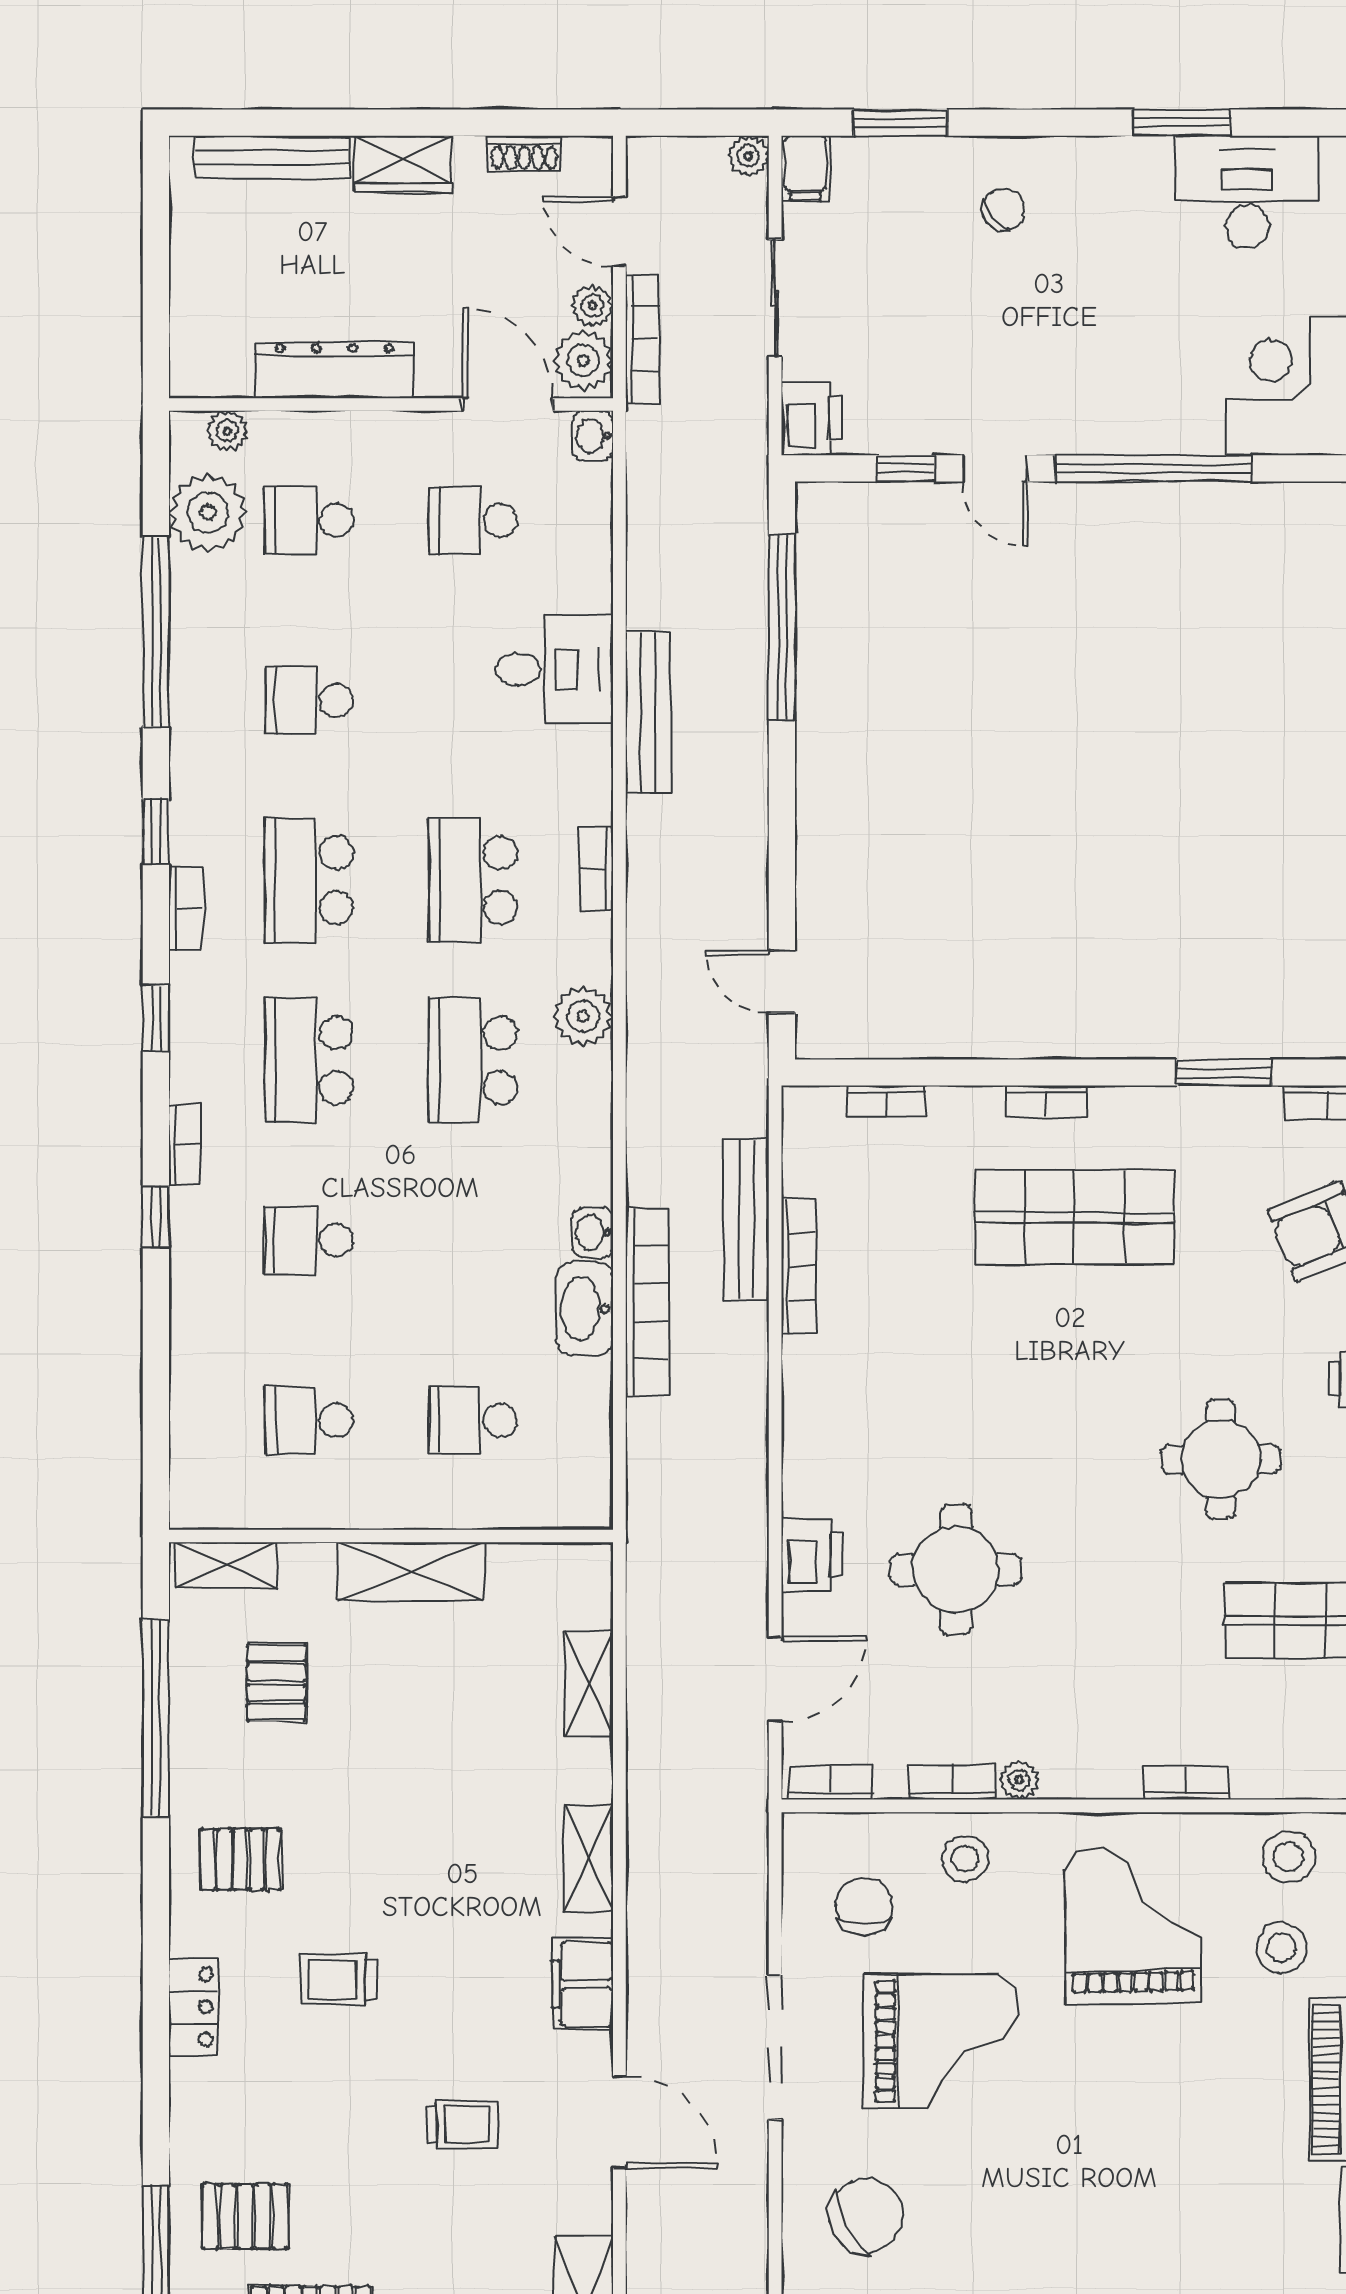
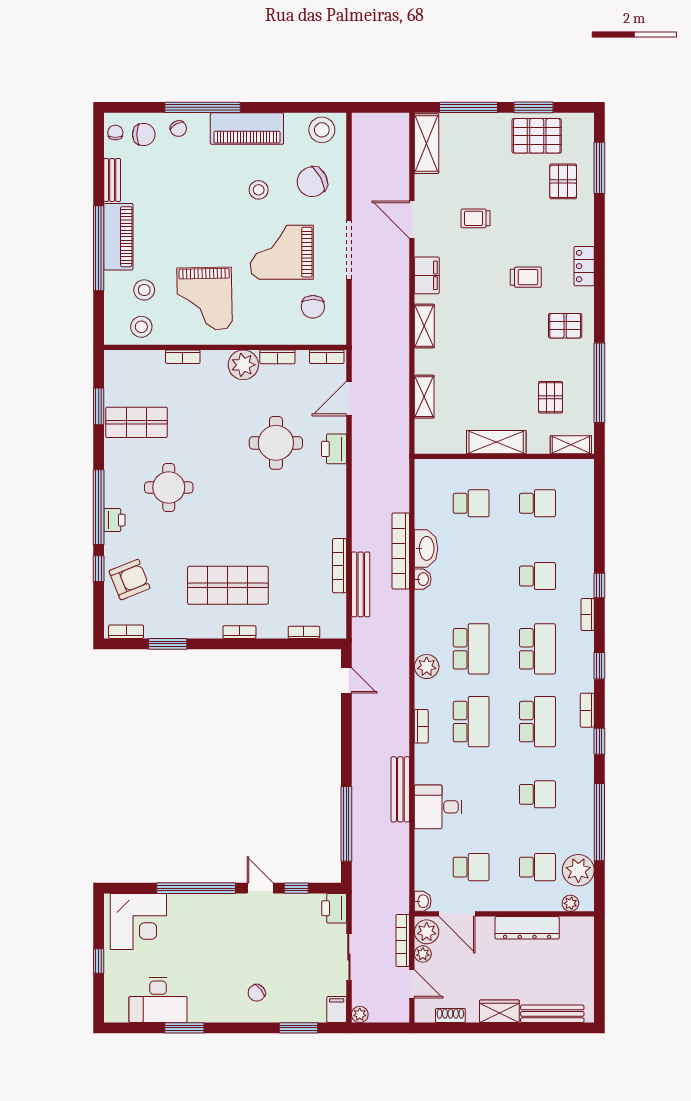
plant: (1019, 1780) -> (243, 365), width x1.88, depth x1.88
stool: (965, 1859) -> (259, 190), moved
pallet: (245, 2216) -> (563, 181), turned 90

